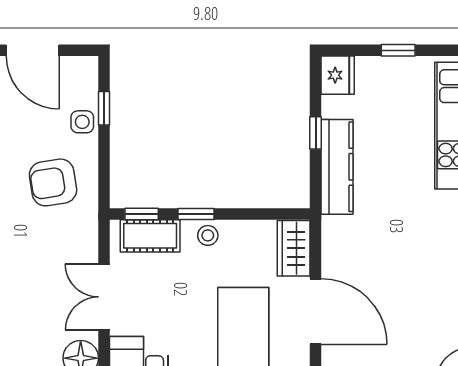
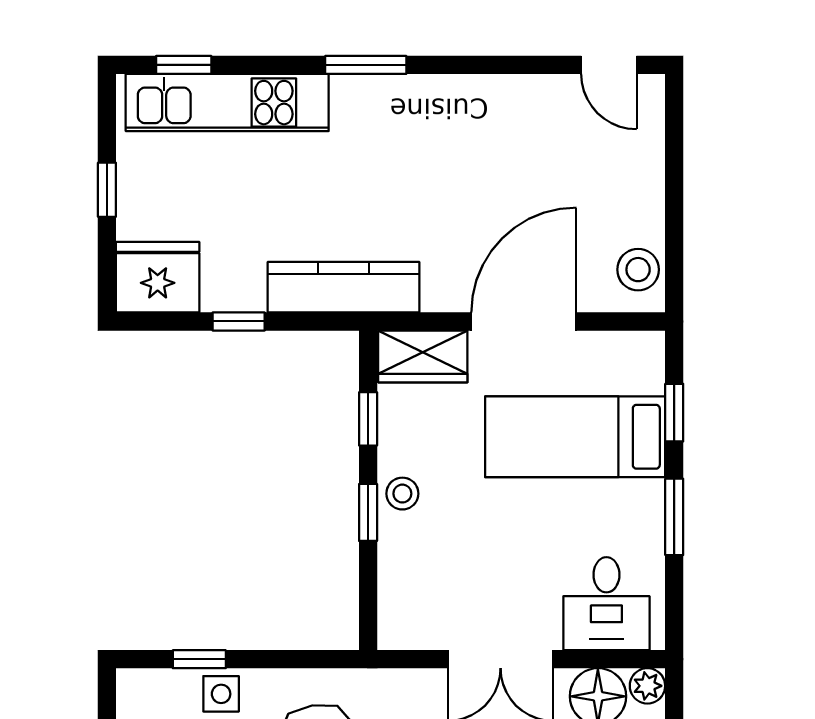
fridge: (338, 75) -> (158, 277), width x1.36, depth x1.34
kitchen counter: (337, 167) -> (343, 287), moved
window: (142, 214) -> (368, 419), moved
cot: (150, 236) -> (403, 586), removed

